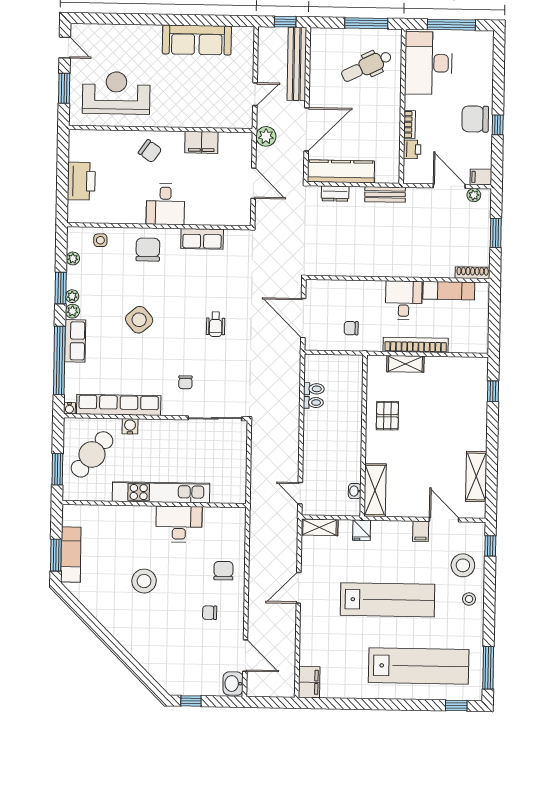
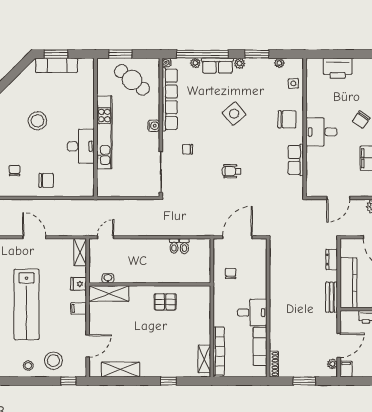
kitchen counter: (341, 171) -> (348, 283), moved
plant: (72, 296) -> (195, 63), moved
bookcase: (416, 345) -> (219, 351), moved
shelving: (405, 364) -> (204, 359), moved
window: (493, 391) -> (168, 381), moved
water cooler: (130, 426) -> (154, 126), moved
filing cabinet: (421, 531) -> (79, 308), moved

